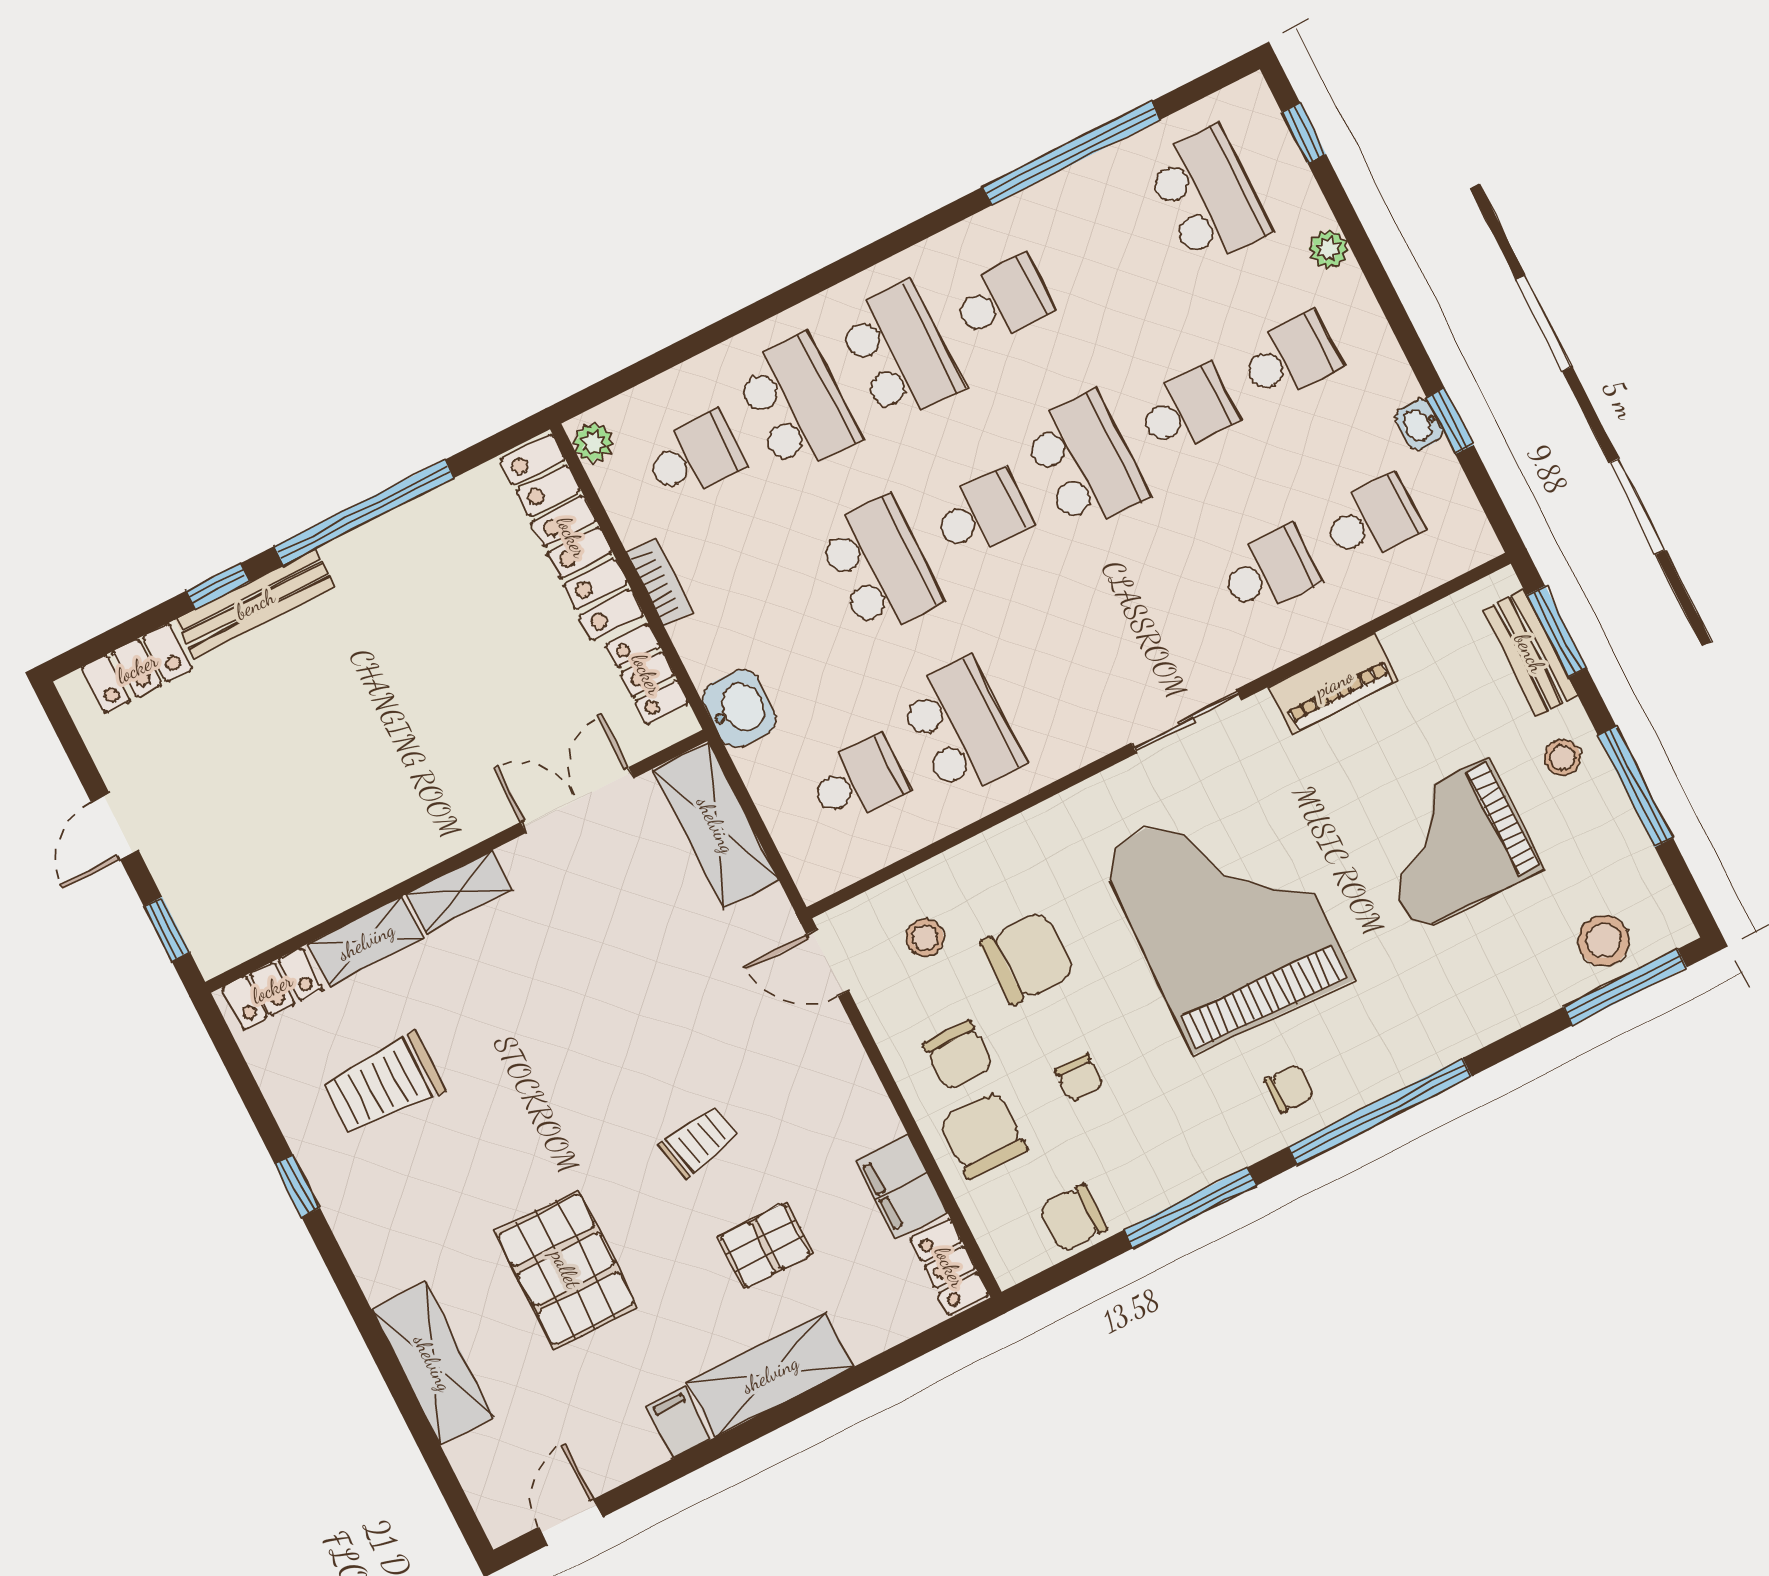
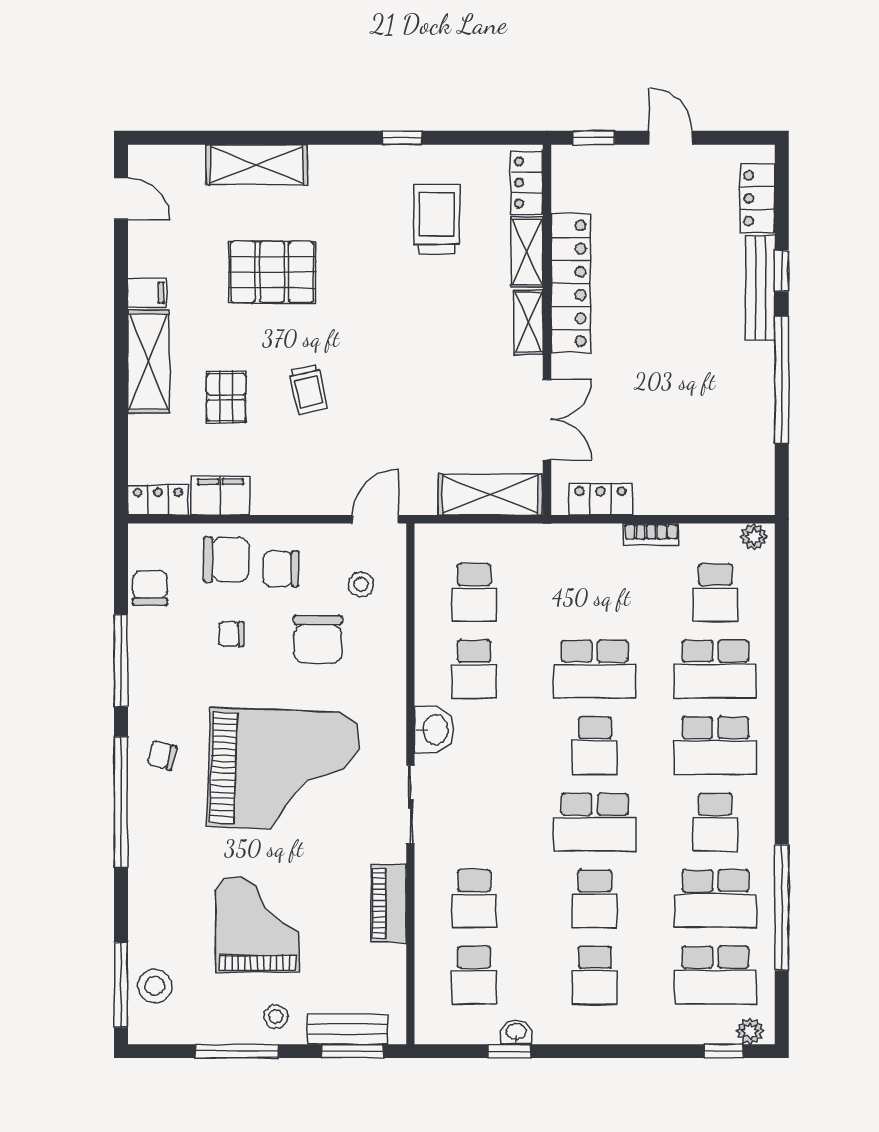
school desk: (1105, 248) -> (715, 899), added
plant: (1329, 249) -> (750, 1031), moved
locker: (572, 537) -> (571, 283), moved, turned 90
washbasin: (739, 709) -> (434, 730), moved, turned -90
school desk: (961, 728) -> (474, 669), width x0.54
chair: (1289, 1089) -> (162, 755), turned 104

